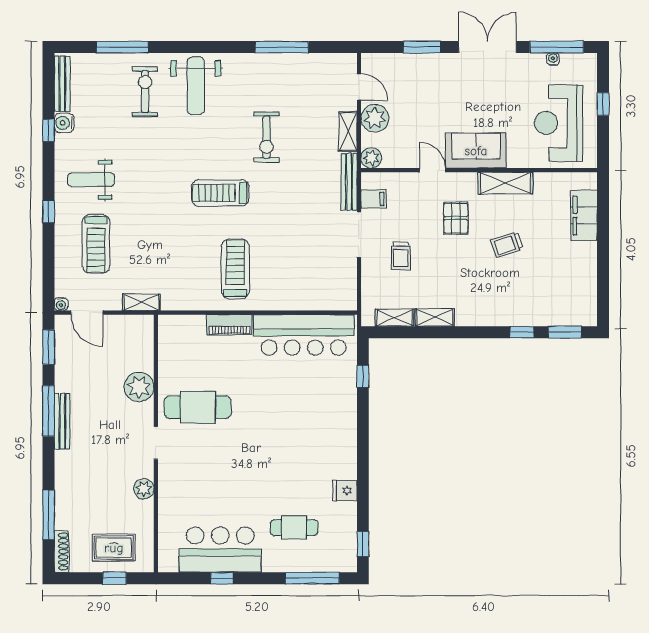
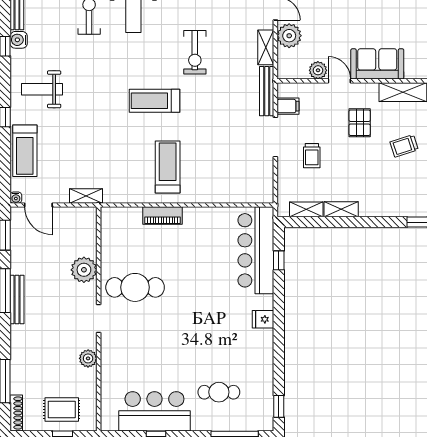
plant: (371, 158) -> (318, 70), moved
treadmill: (96, 244) -> (25, 151), moved
bar counter: (304, 335) -> (256, 250), moved, turned 90
fridge: (345, 490) -> (263, 319), moved

